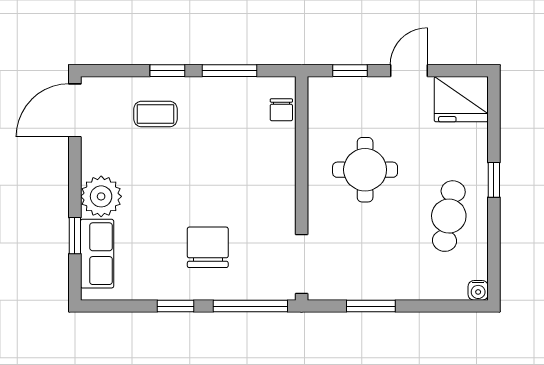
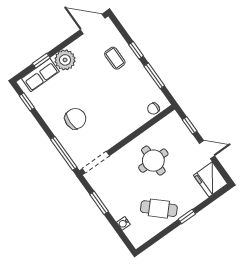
cafe table: (449, 216) -> (159, 209), turned 33
water cooler: (478, 290) -> (123, 223), moved
window: (175, 306) -> (27, 102), moved

